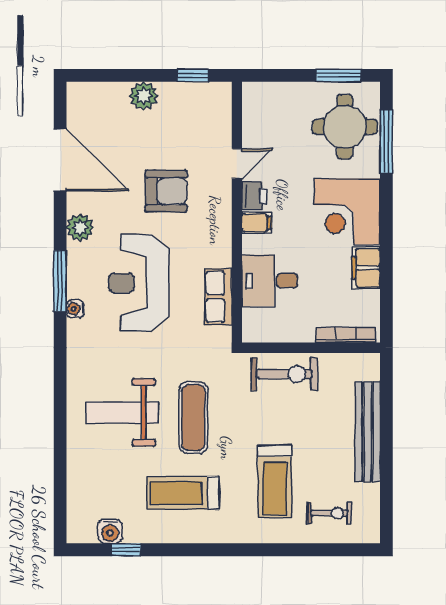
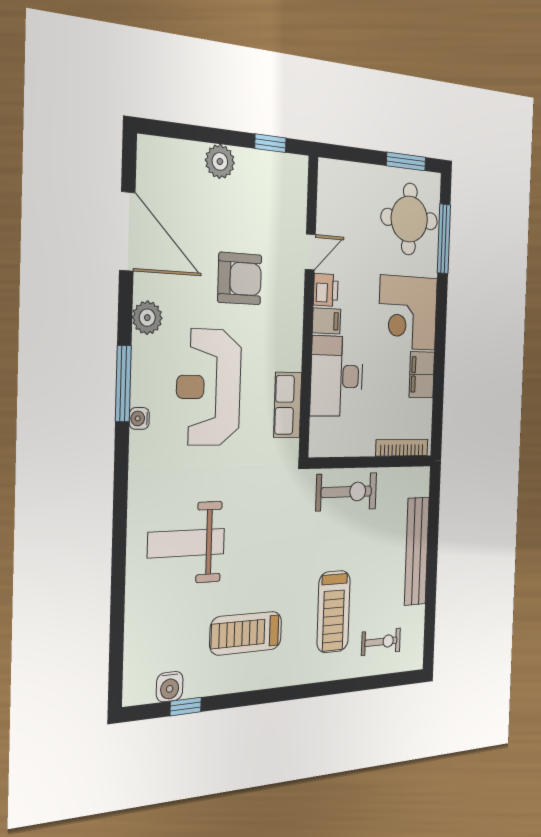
desk: (270, 281) -> (337, 376), width x1.37
exercise mat: (193, 418) -> (259, 545), removed

